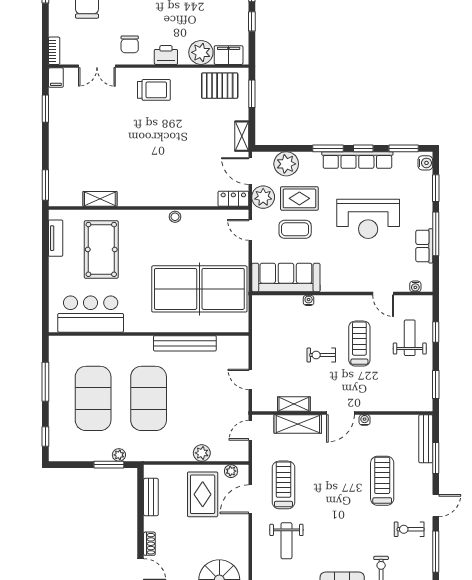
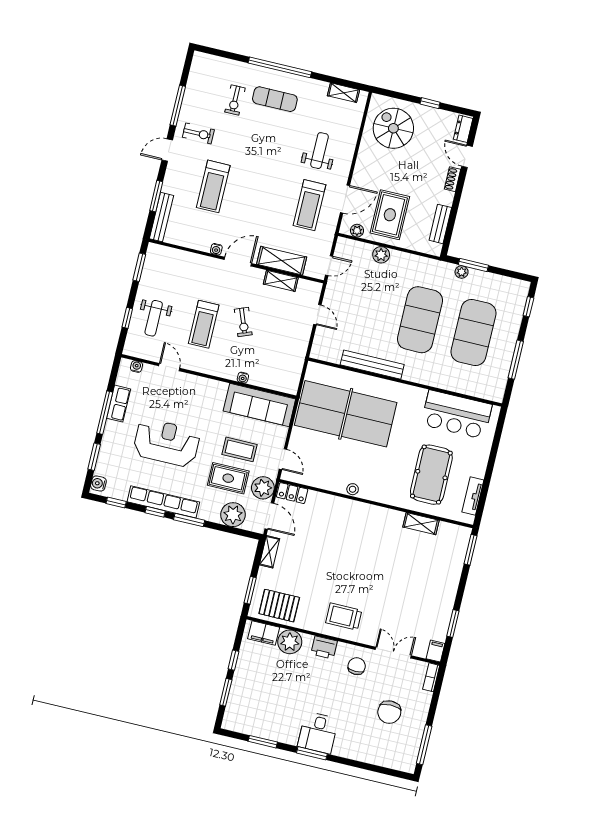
window: (404, 148) -> (116, 503), width x0.67
exercise bike: (321, 355) -> (243, 322), turned 69

